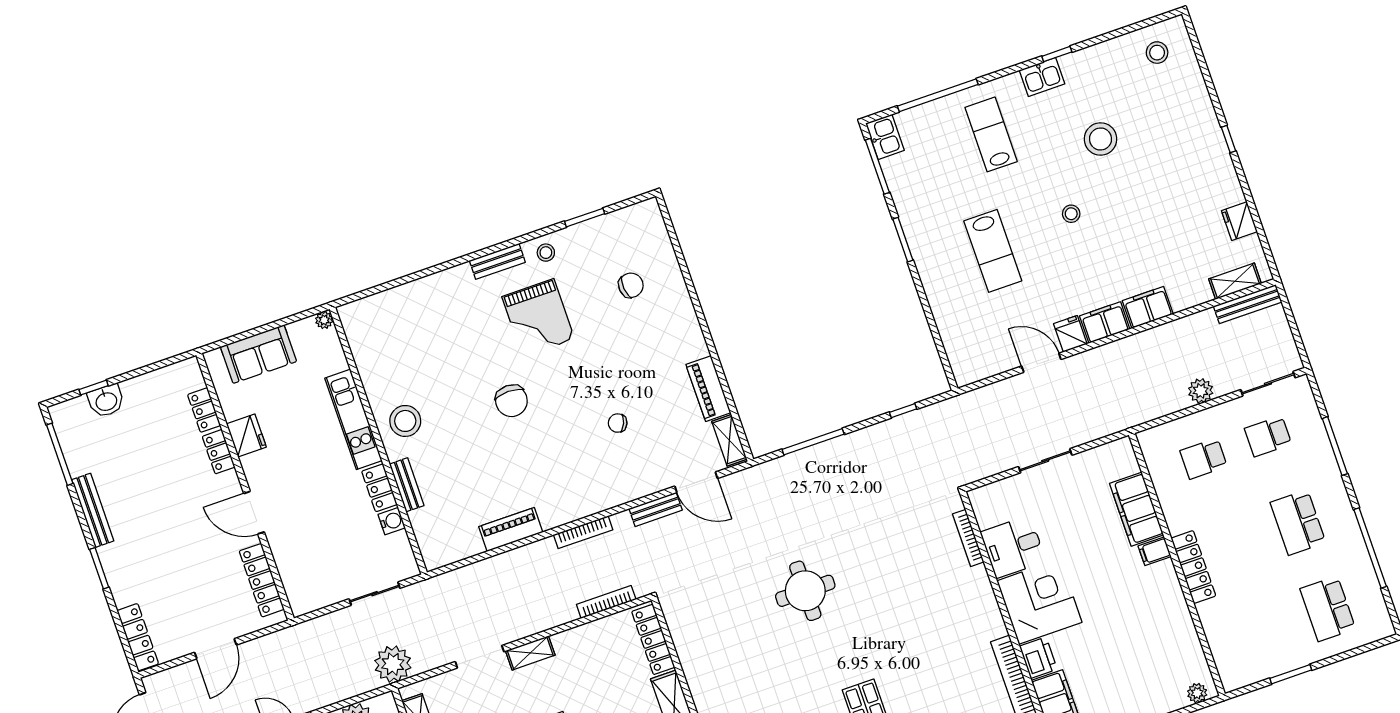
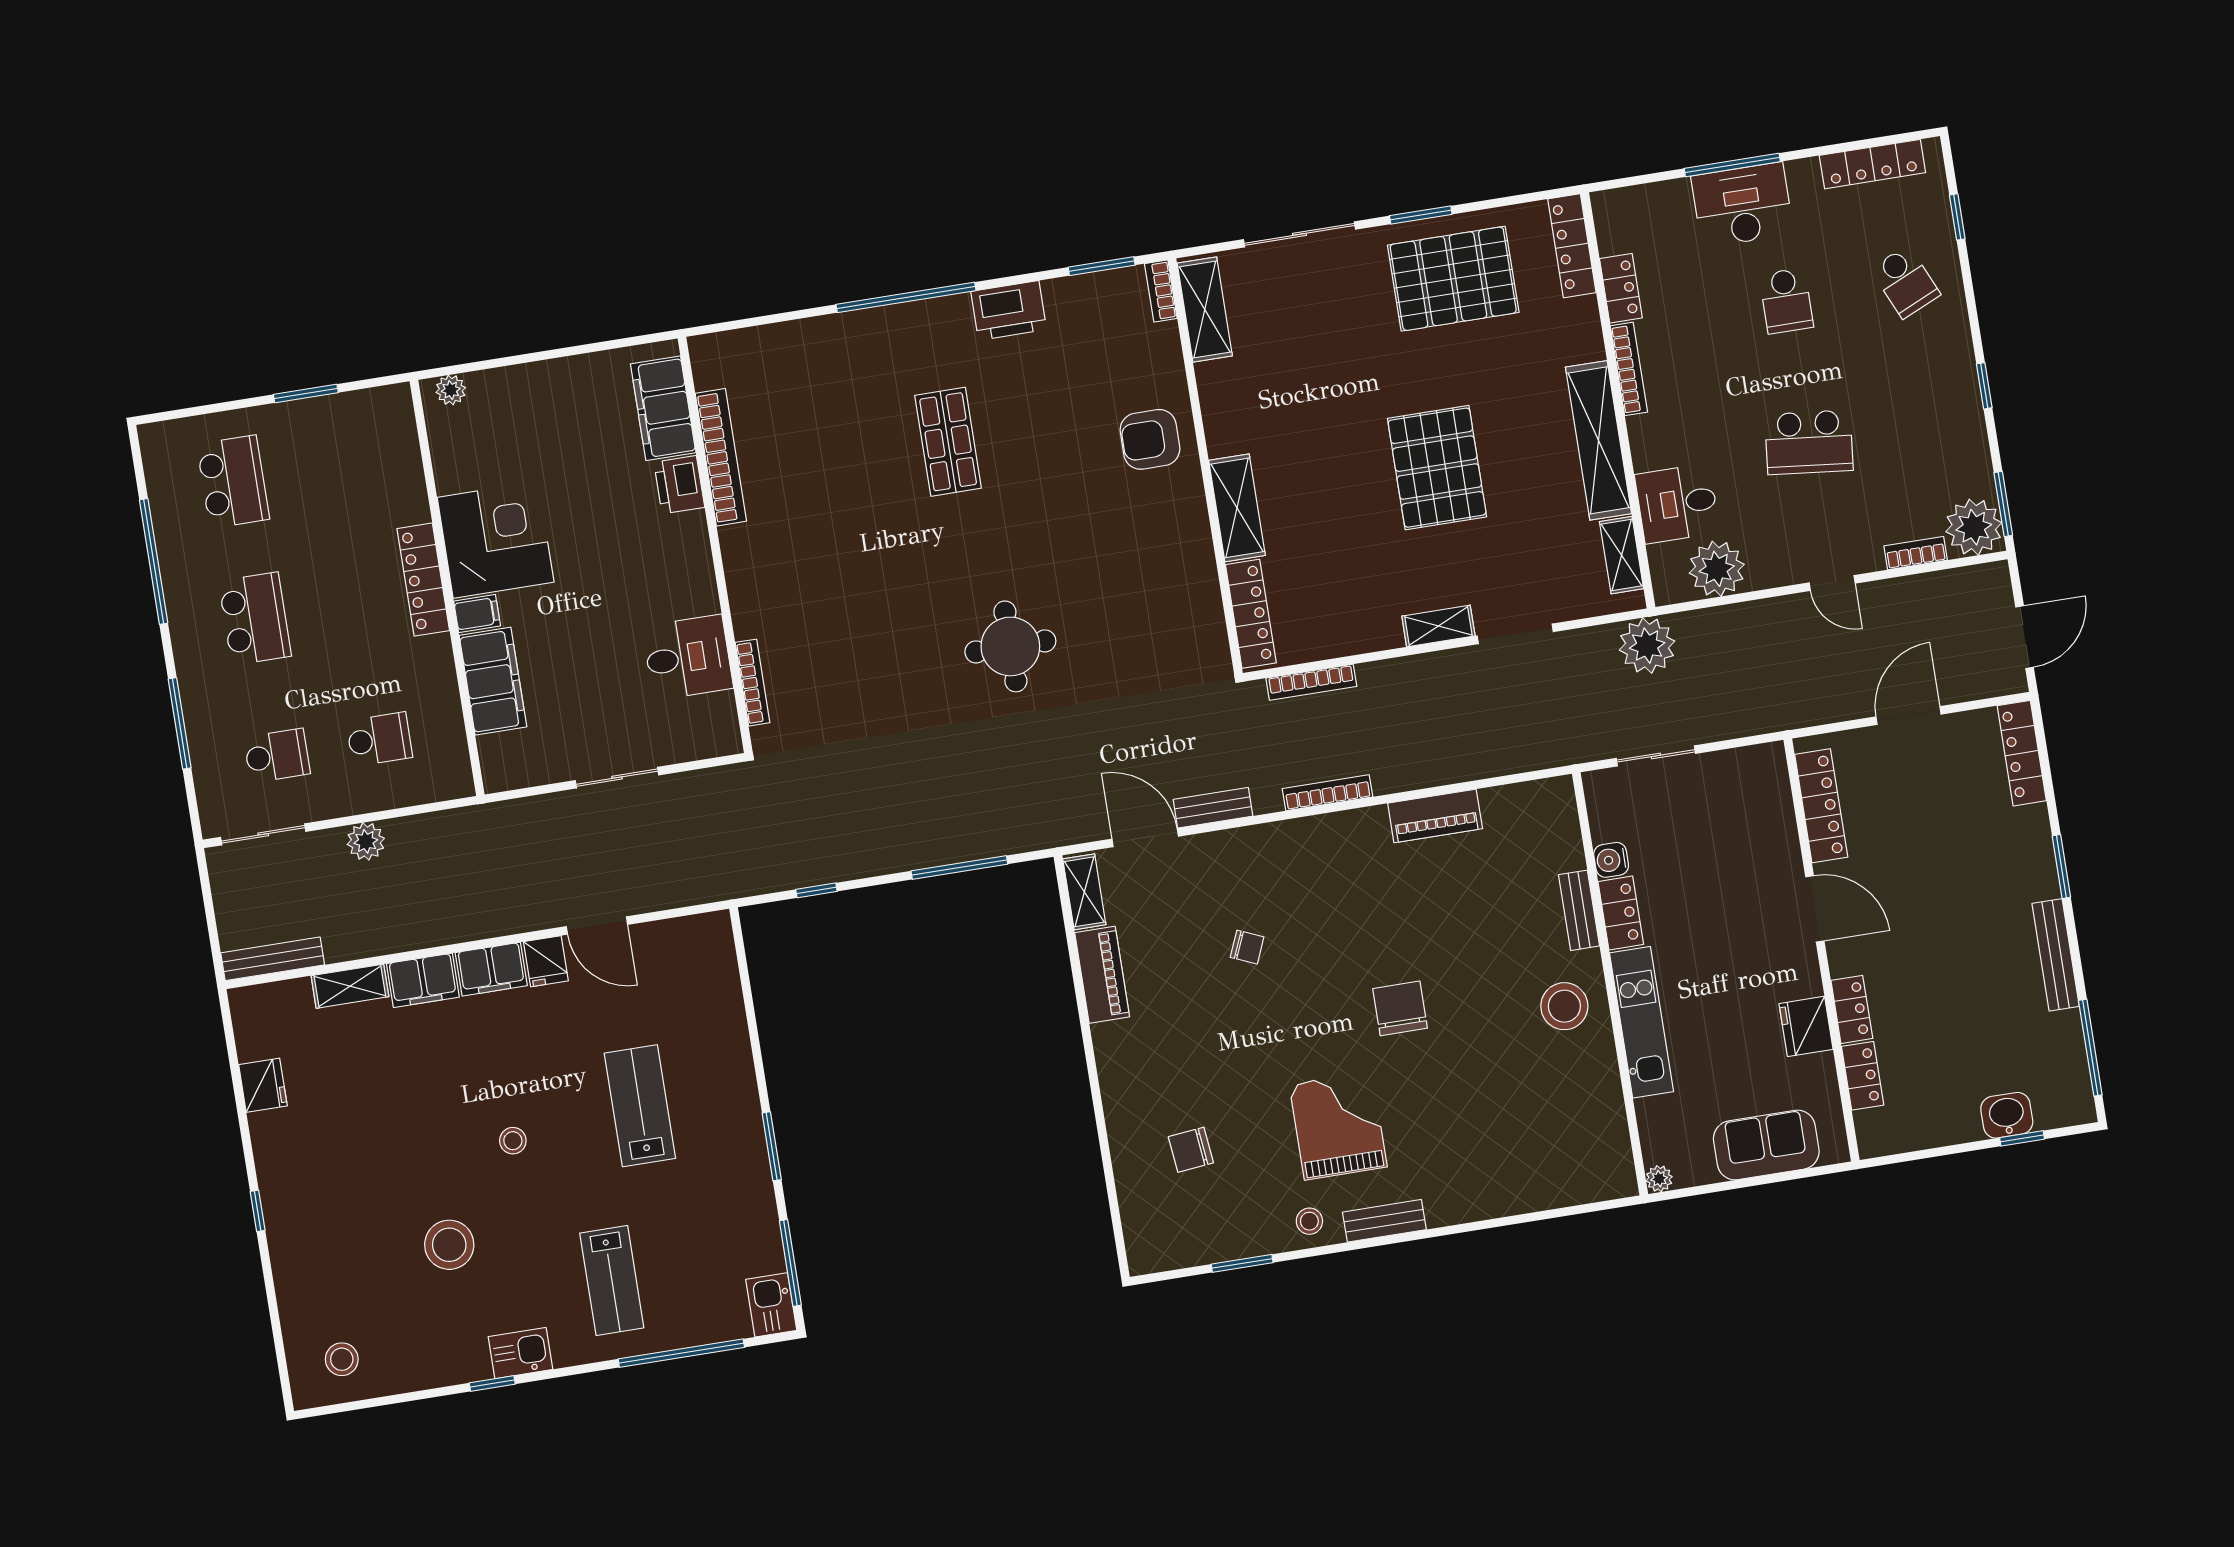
shelving: (1235, 281) -> (350, 986), moved
corner desk: (1039, 602) -> (496, 540), moved, turned 180

